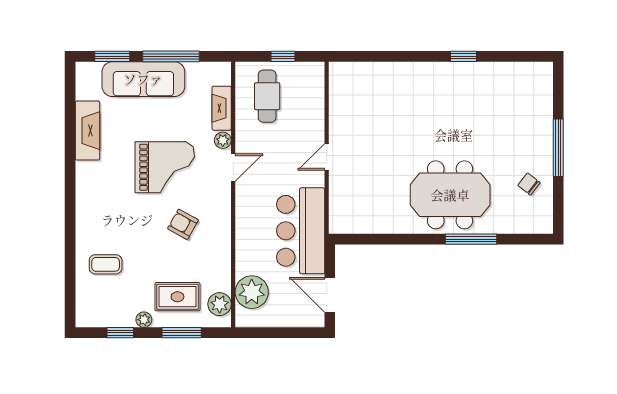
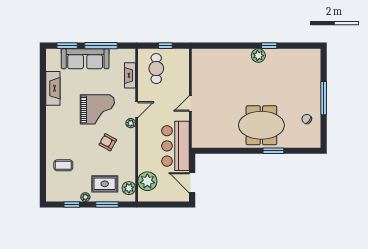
plant: (445, 74) -> (258, 56), added
plant: (223, 140) -> (131, 123), moved
window: (471, 239) -> (273, 151), width x0.69

